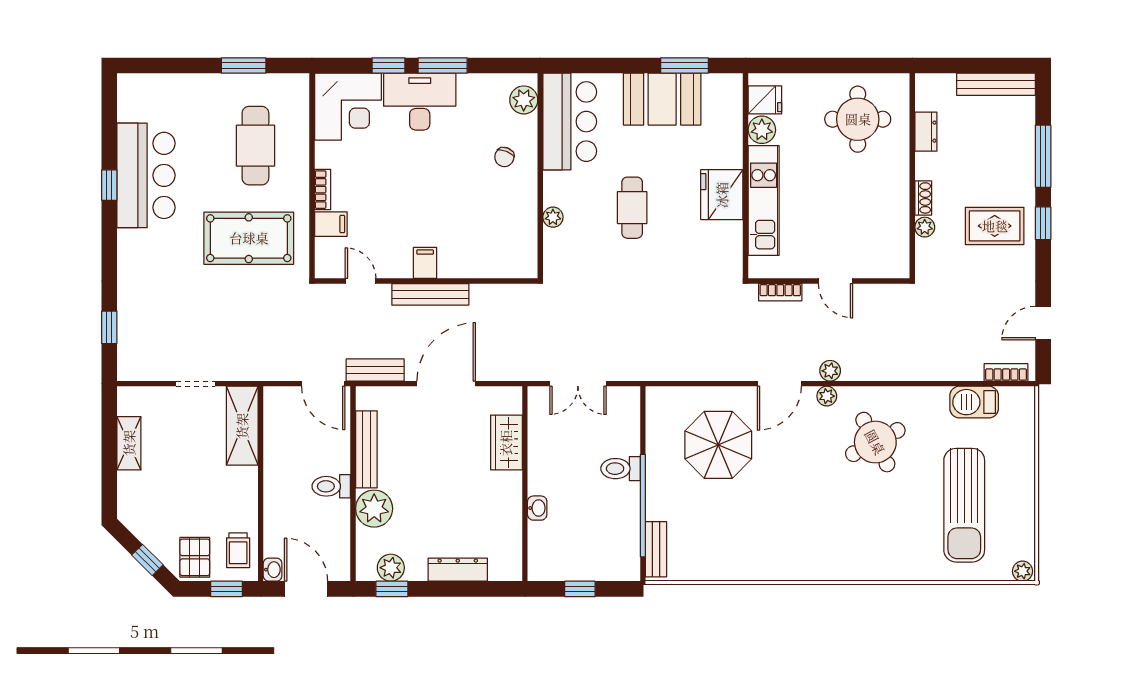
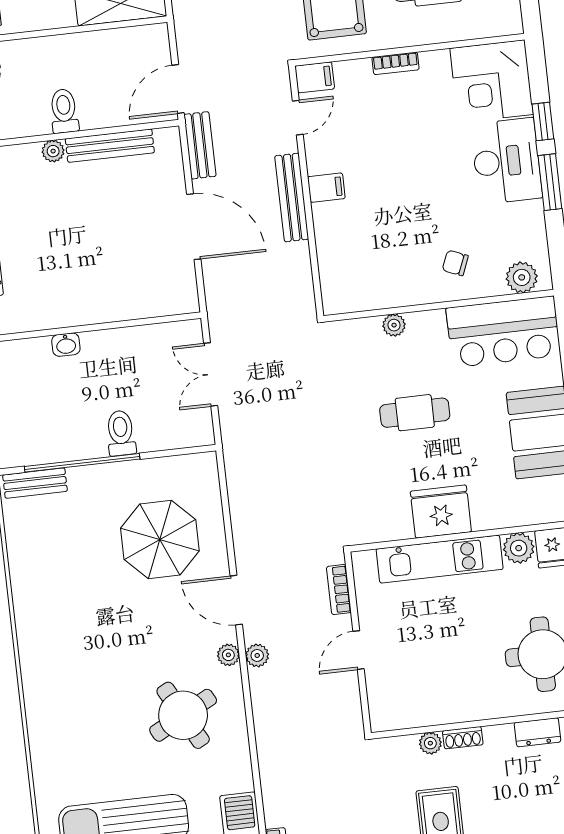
filing cabinet: (331, 224) -> (315, 77), moved, turned -90
wardrobe: (506, 443) -> (135, 302), removed
plant: (374, 509) -> (53, 151), width x0.53, depth x0.53

